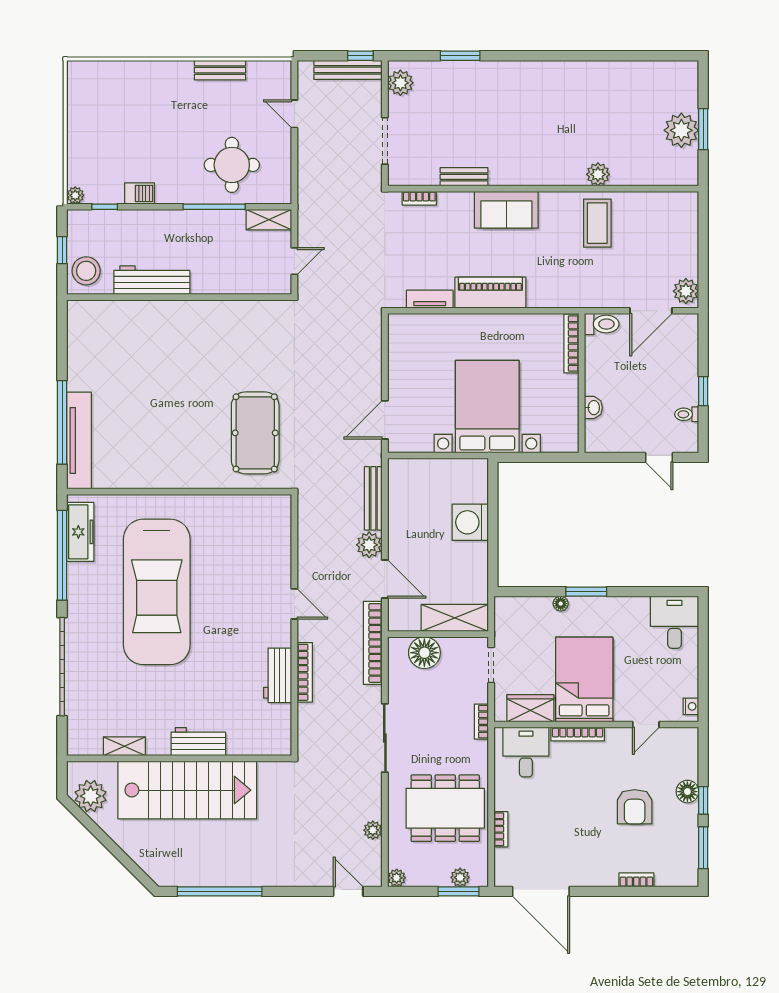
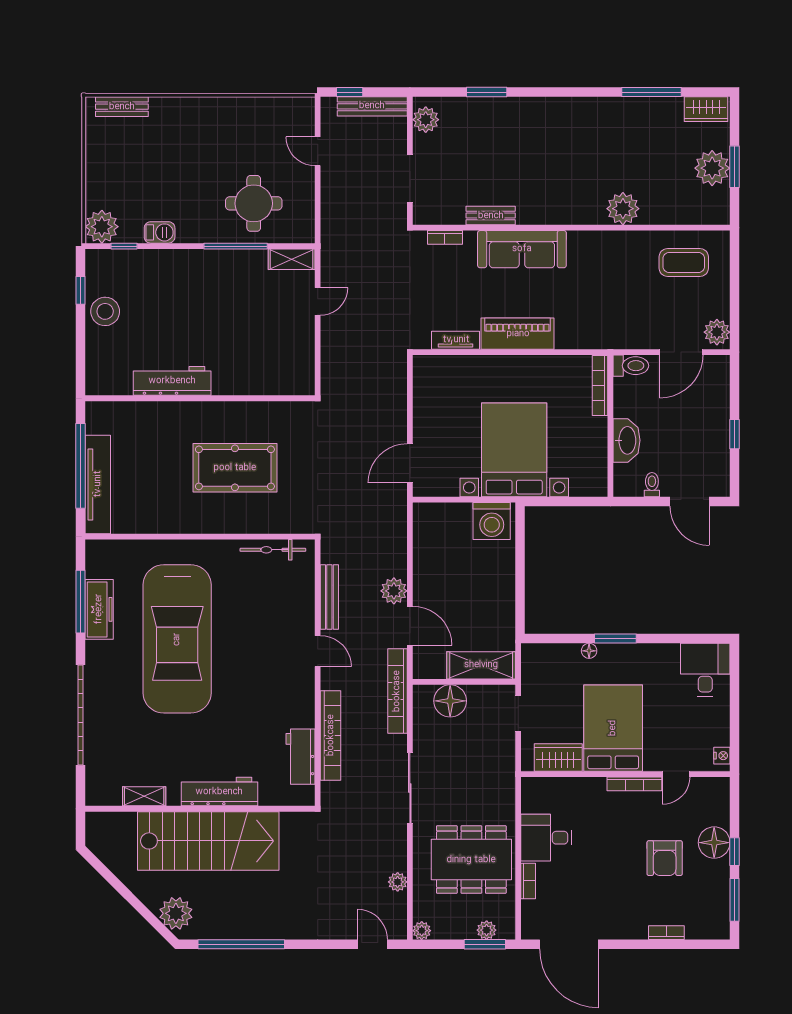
window: (360, 56) -> (350, 92), moved
window: (622, 56) -> (651, 92), added
bench: (220, 70) -> (122, 107), moved
wardrobe: (675, 73) -> (706, 109), added
plant: (598, 174) -> (623, 209), width x1.36, depth x1.36
plant: (75, 195) -> (102, 227), width x1.88, depth x1.88
sofa: (506, 210) -> (522, 249), width x1.36
coffee table: (597, 223) -> (684, 262), moved, turned 90
workbench: (152, 280) -> (172, 381), moved
wall: (179, 297) -> (200, 398), moved
washbasin: (593, 408) -> (627, 440), width x1.91, depth x1.45
toilet: (687, 414) -> (652, 485), moved, turned 90
pool table: (255, 433) -> (235, 468), moved, turned 90
door: (659, 457) -> (689, 502), width x1.37
bench: (373, 498) -> (329, 597), moved
bicycle: (251, 505) -> (273, 550), added
washing machine: (470, 522) -> (492, 521), moved, turned -90
freezer: (80, 532) -> (99, 609), moved
window: (62, 555) -> (81, 602), width x0.68
bookcase: (305, 672) -> (331, 735), width x1.48, depth x1.31
workbench: (278, 675) -> (300, 757), moved
bookcase: (481, 722) -> (508, 771), removed
bookcase: (578, 734) -> (634, 784), moved
workbench: (198, 742) -> (219, 792), width x1.38
desk: (526, 752) -> (546, 838), moved, turned -90
floor lamp: (687, 792) -> (714, 843), width x1.38, depth x1.38
plant: (91, 796) -> (176, 913), moved

